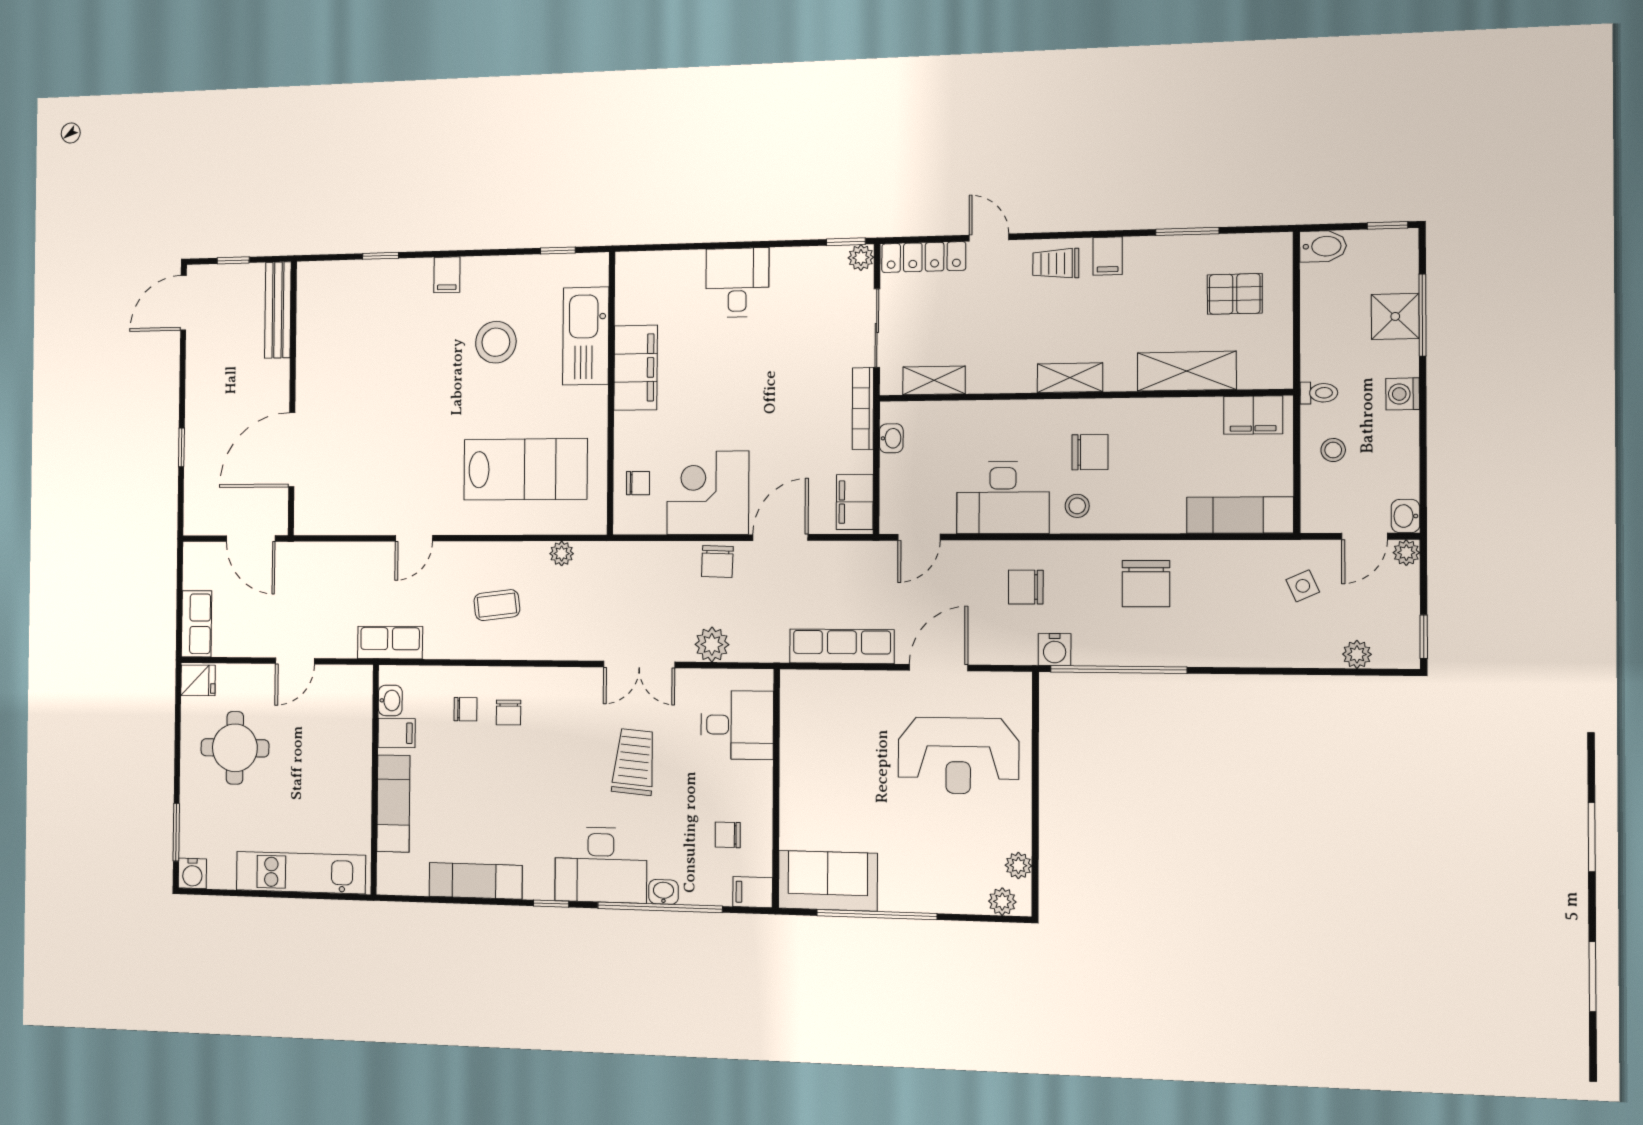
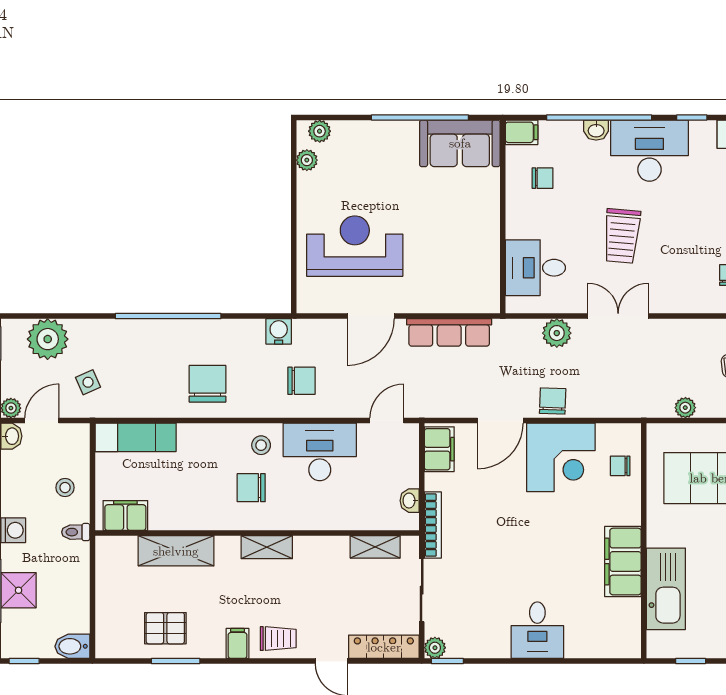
pallet: (1235, 294) -> (165, 628), moved
plant: (1357, 654) -> (48, 339), width x1.87, depth x1.87
window: (1118, 669) -> (168, 316), moved

